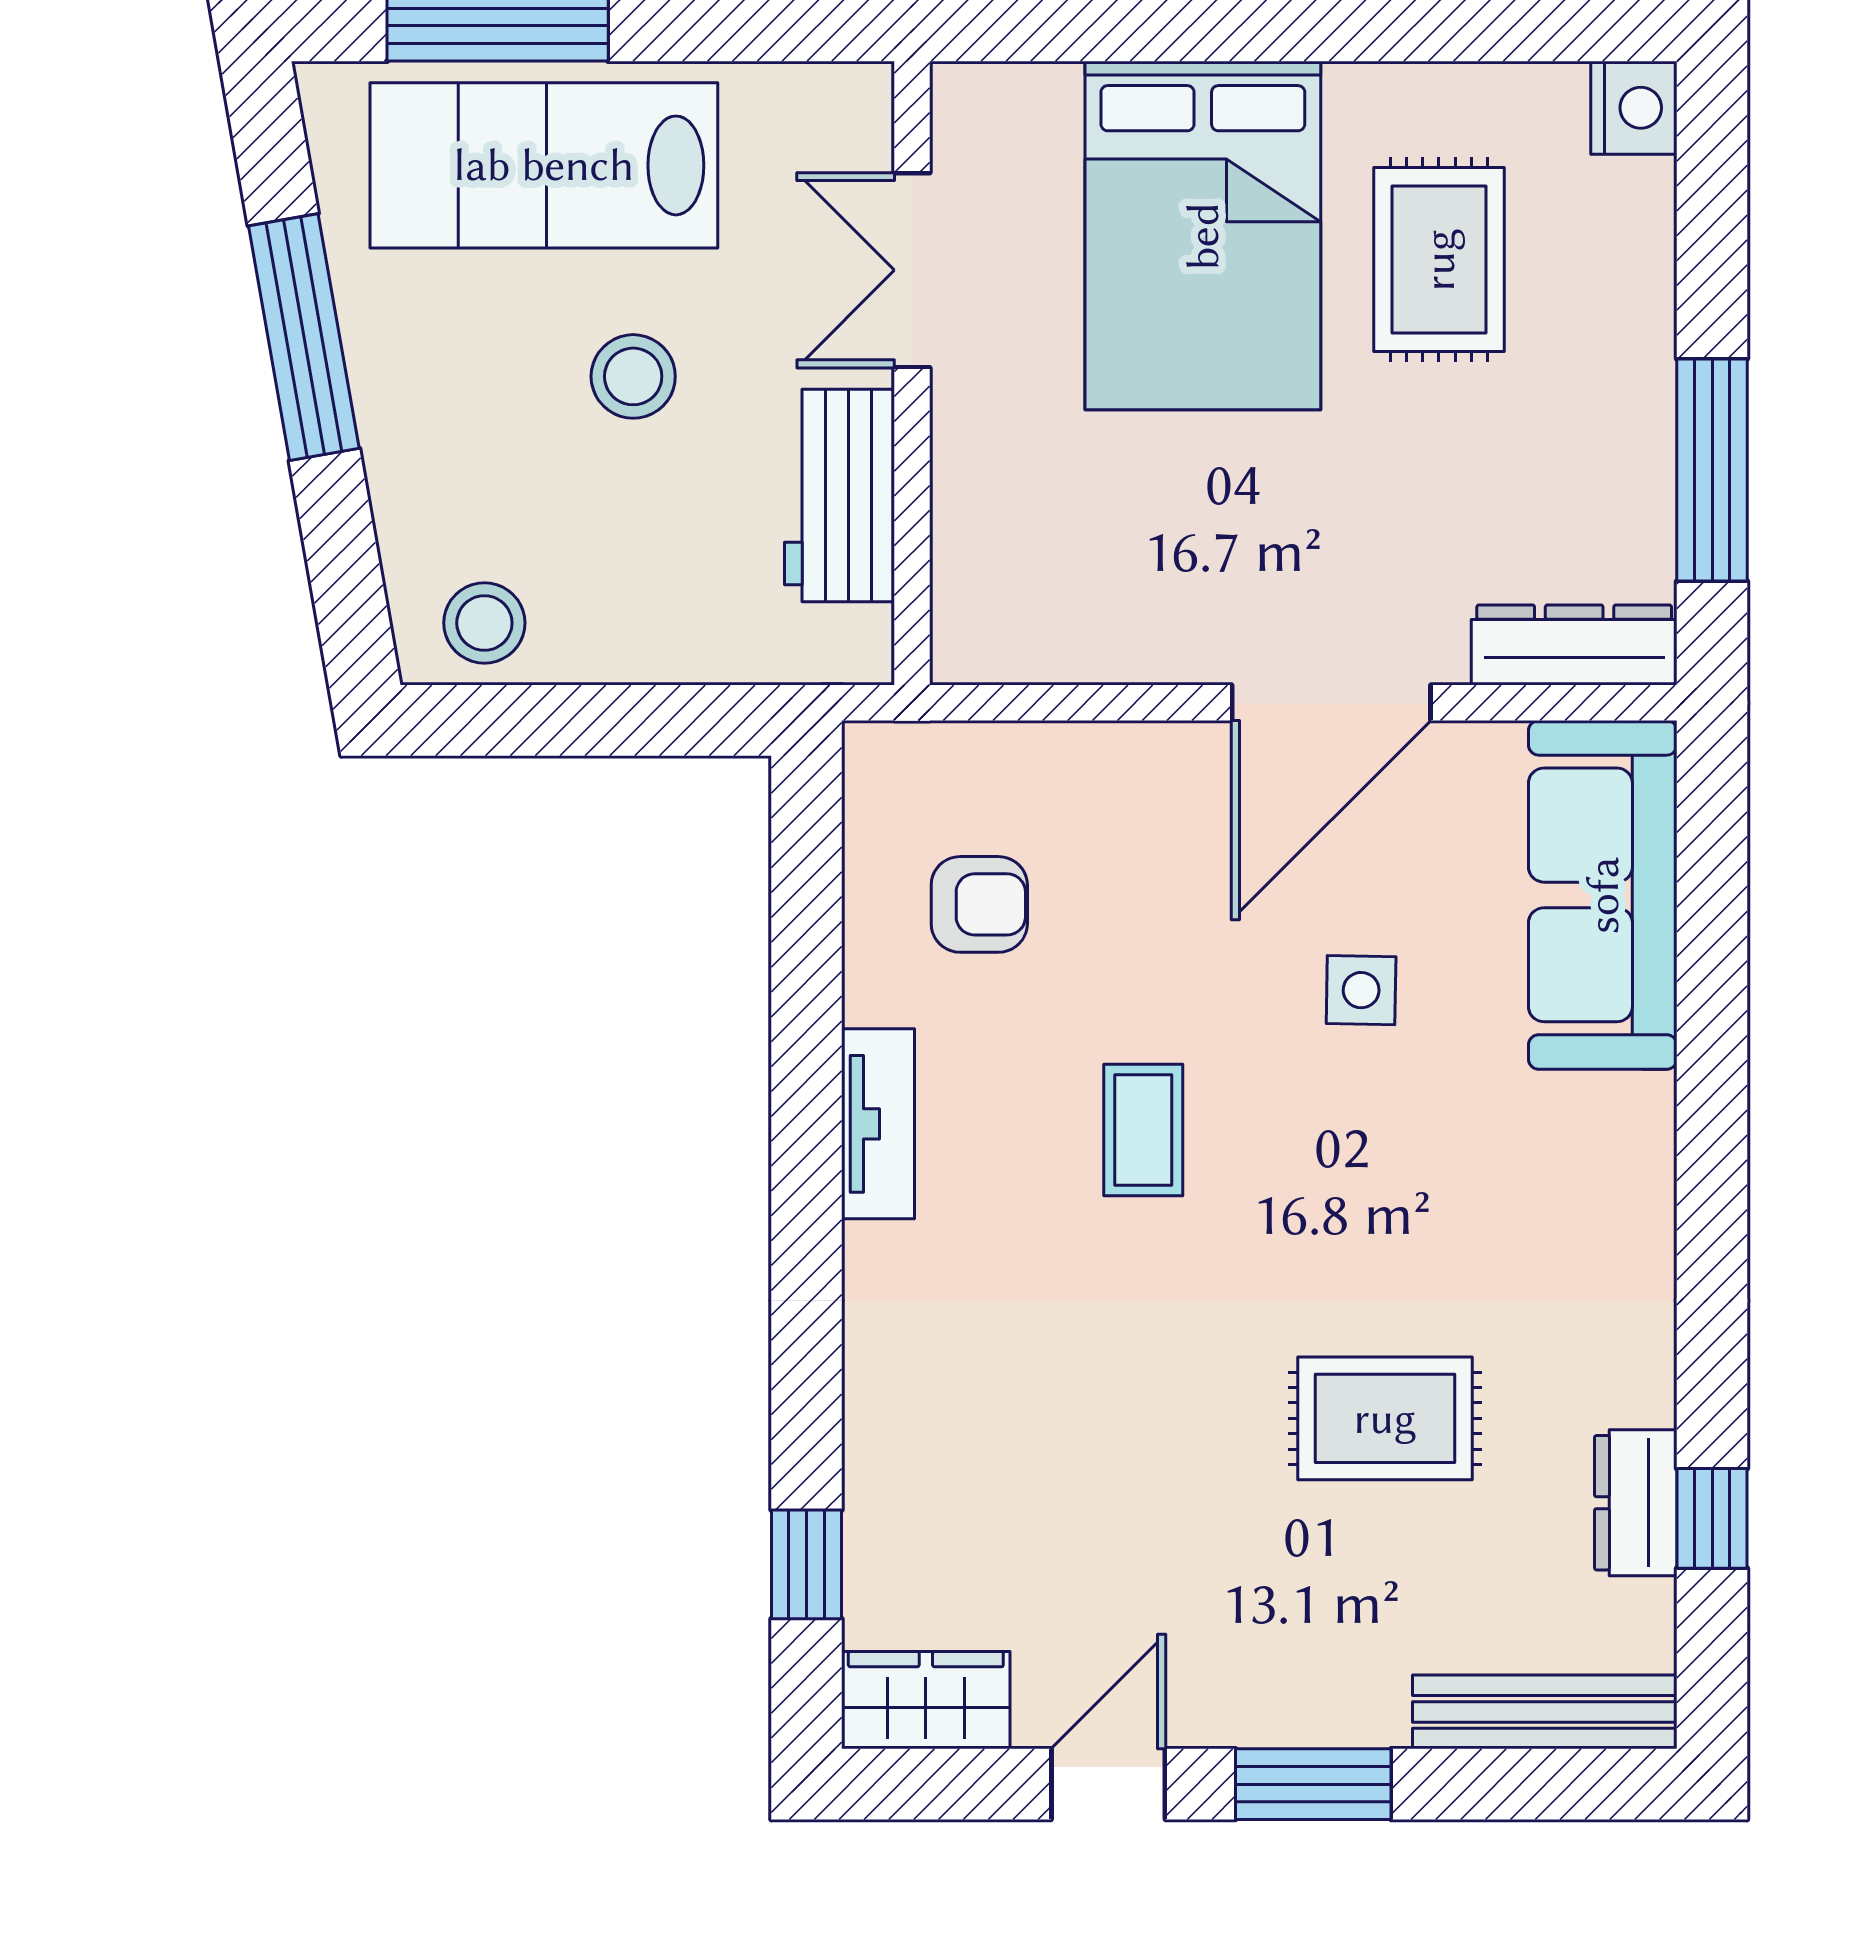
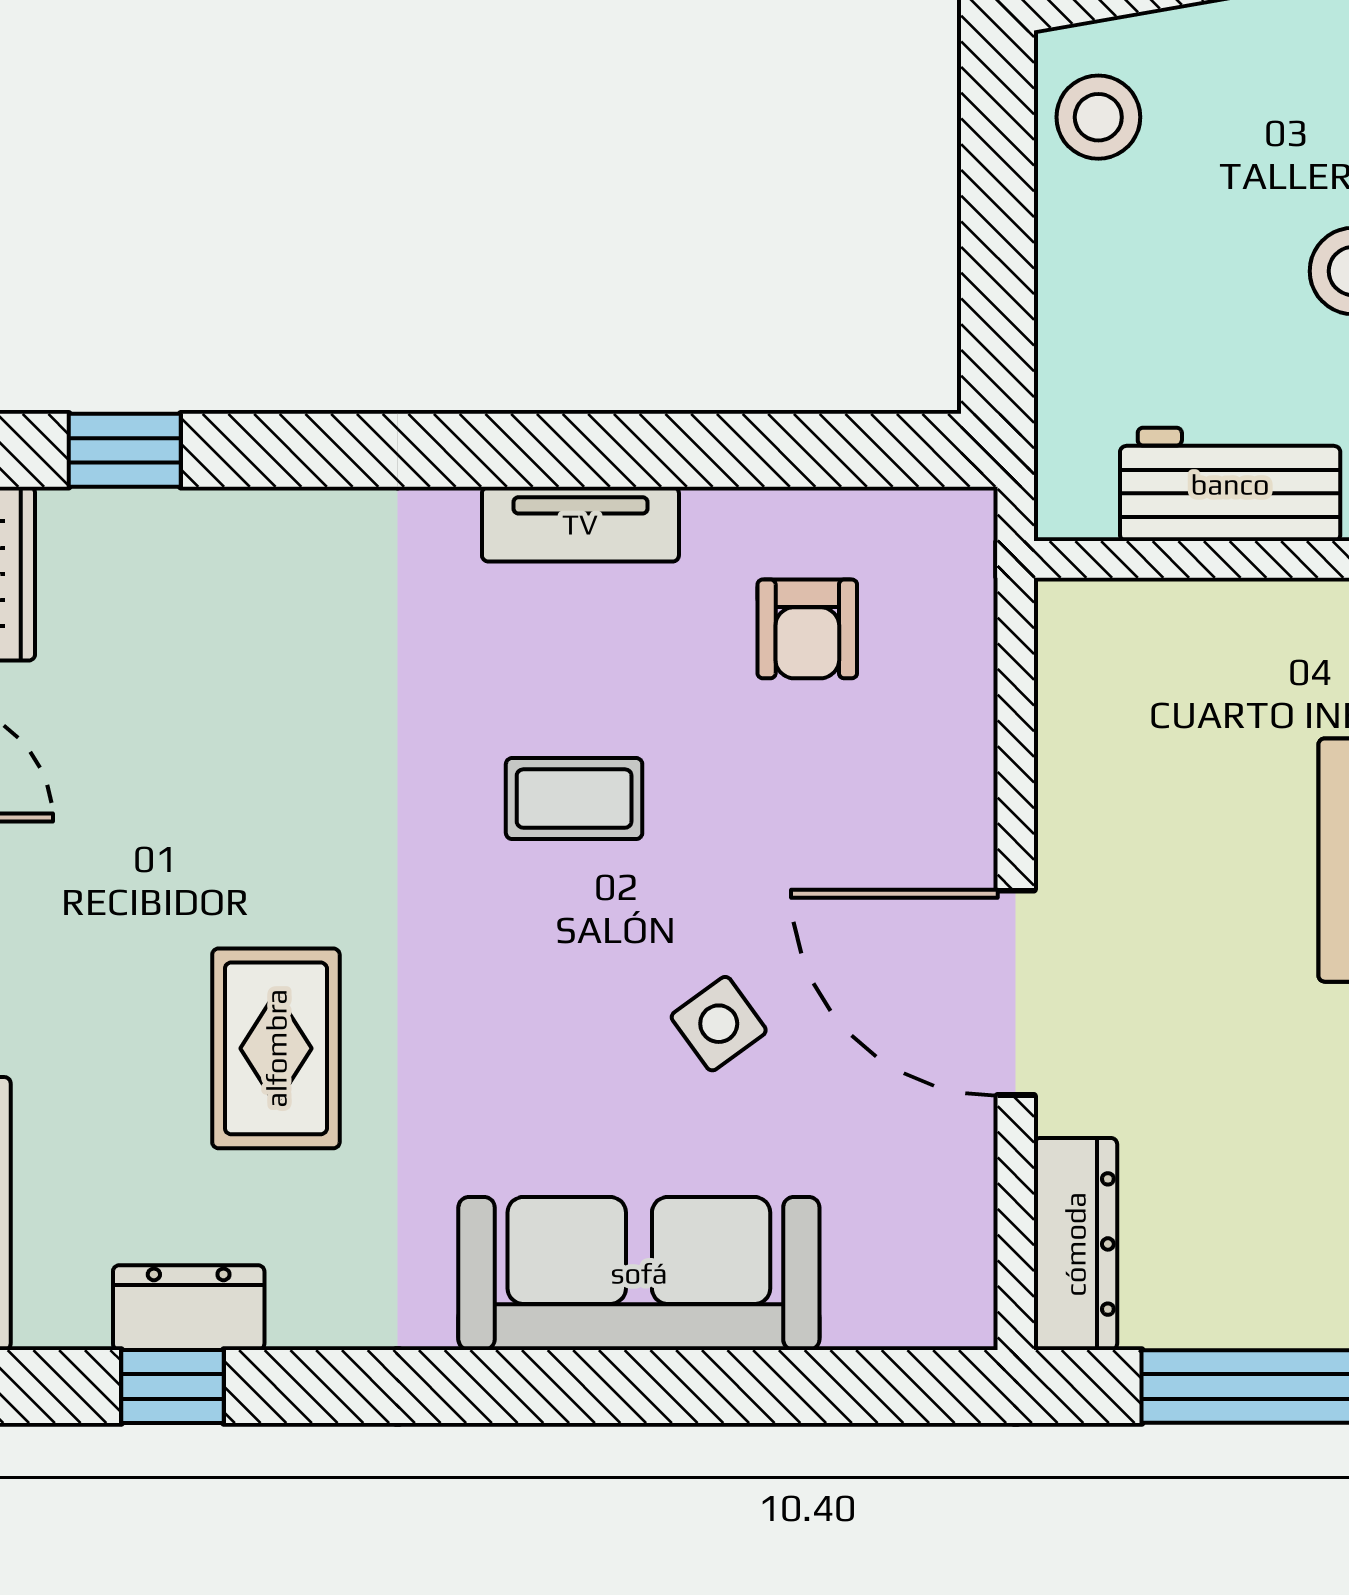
sofa: (1603, 895) -> (639, 1273), moved
side table: (1361, 990) -> (719, 1024), turned -37

